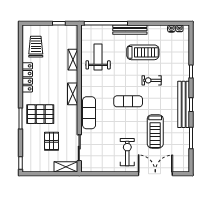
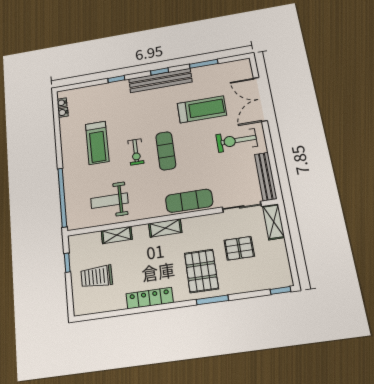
bench: (130, 30) -> (266, 176), moved
trolley: (36, 47) -> (97, 277), moved
treadmill: (143, 52) -> (97, 143), turned 180
exercise bike: (152, 80) -> (136, 152), moved

